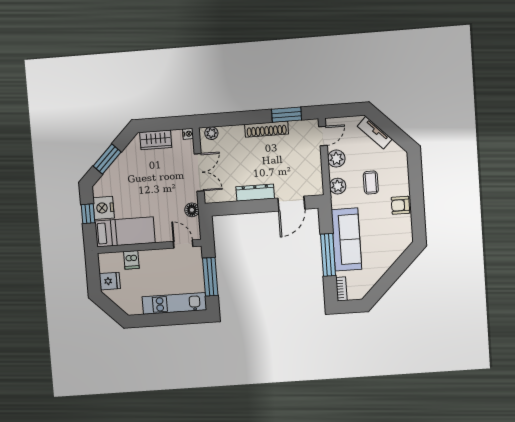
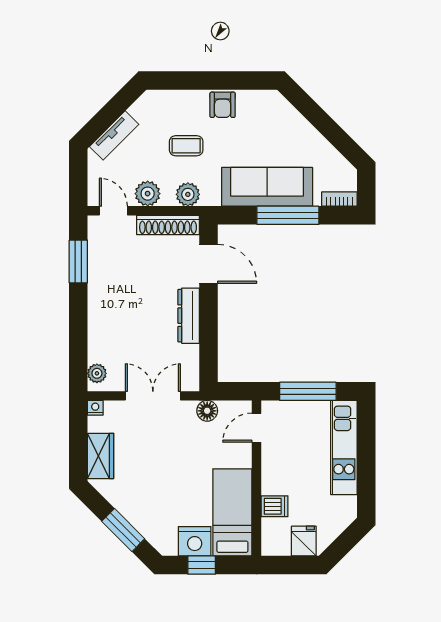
shoe rack: (267, 129) -> (168, 225), moved, turned 90

